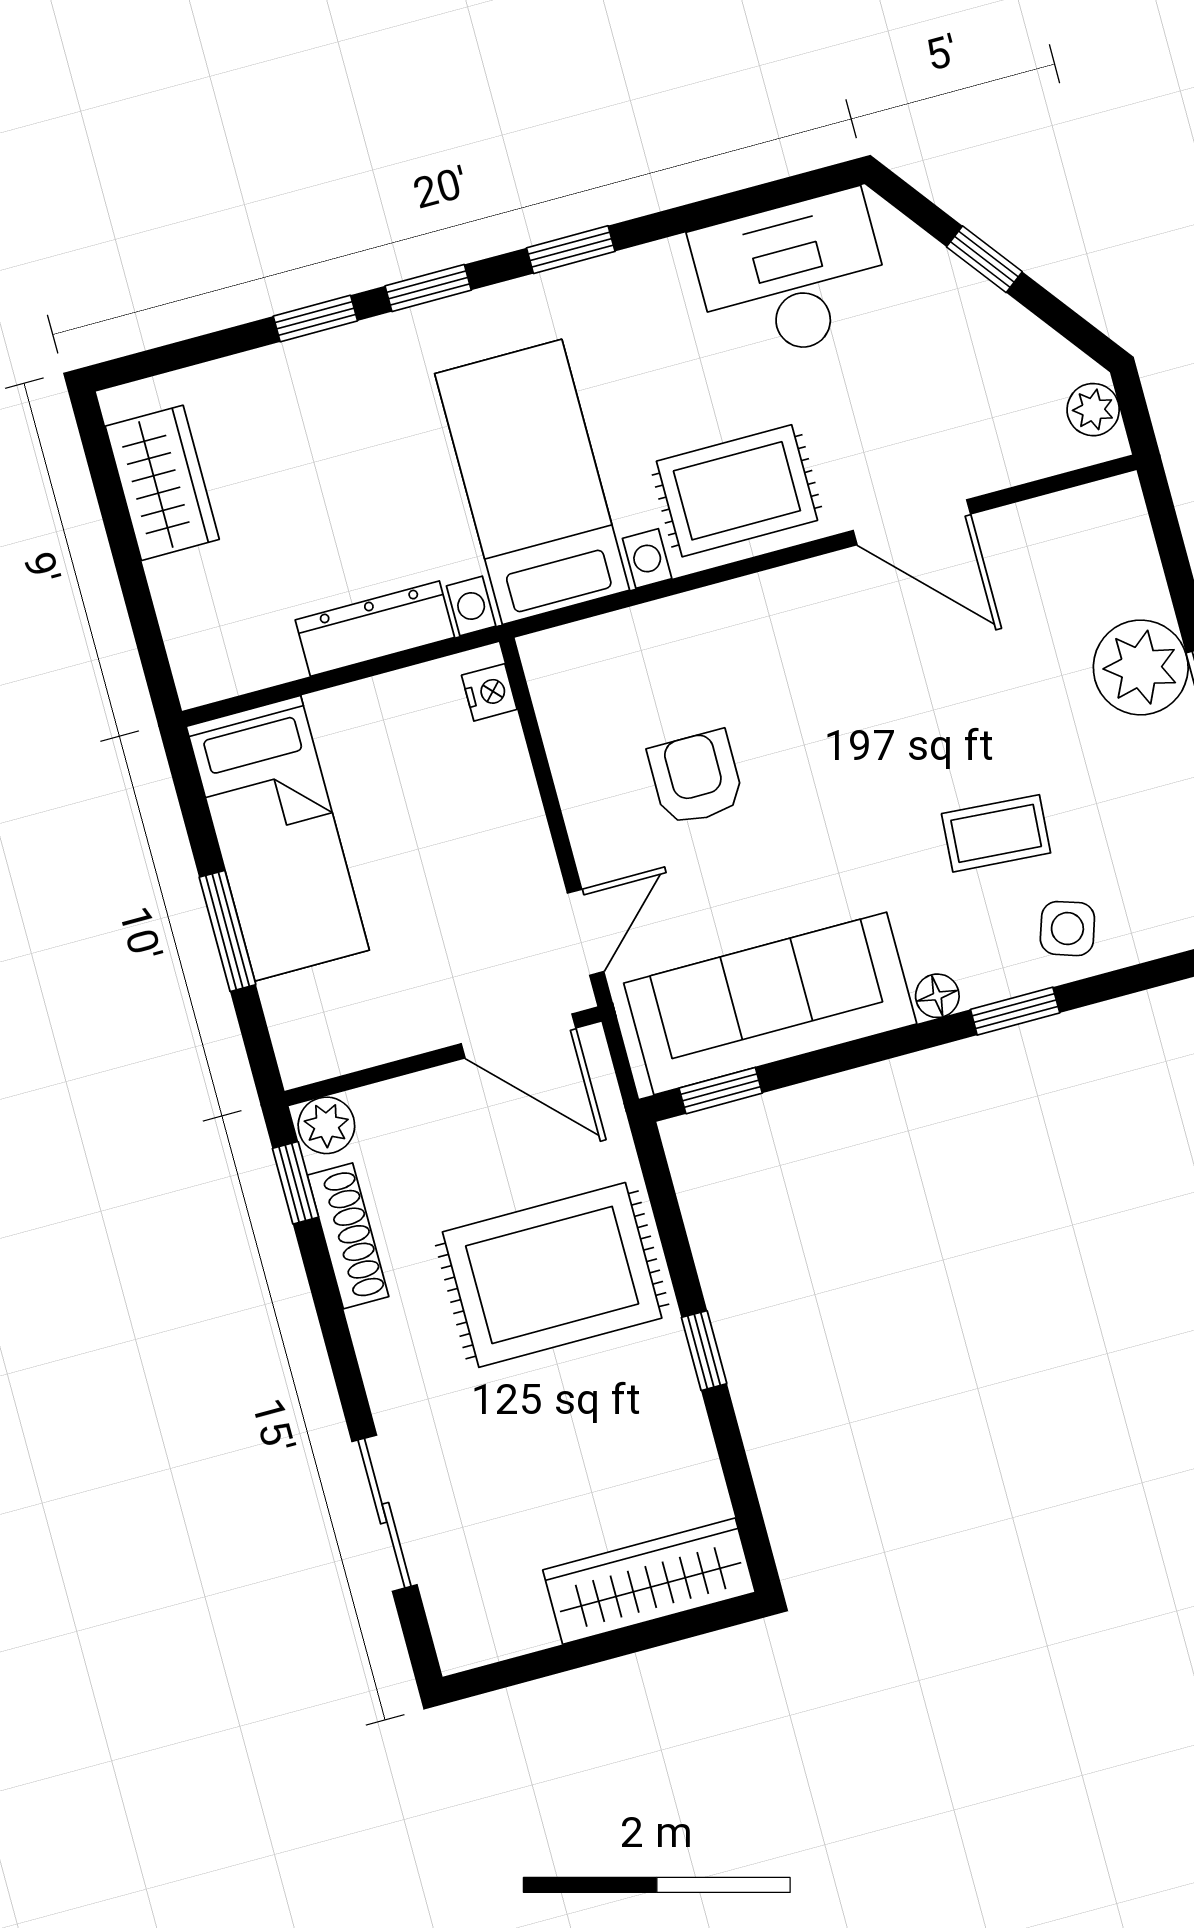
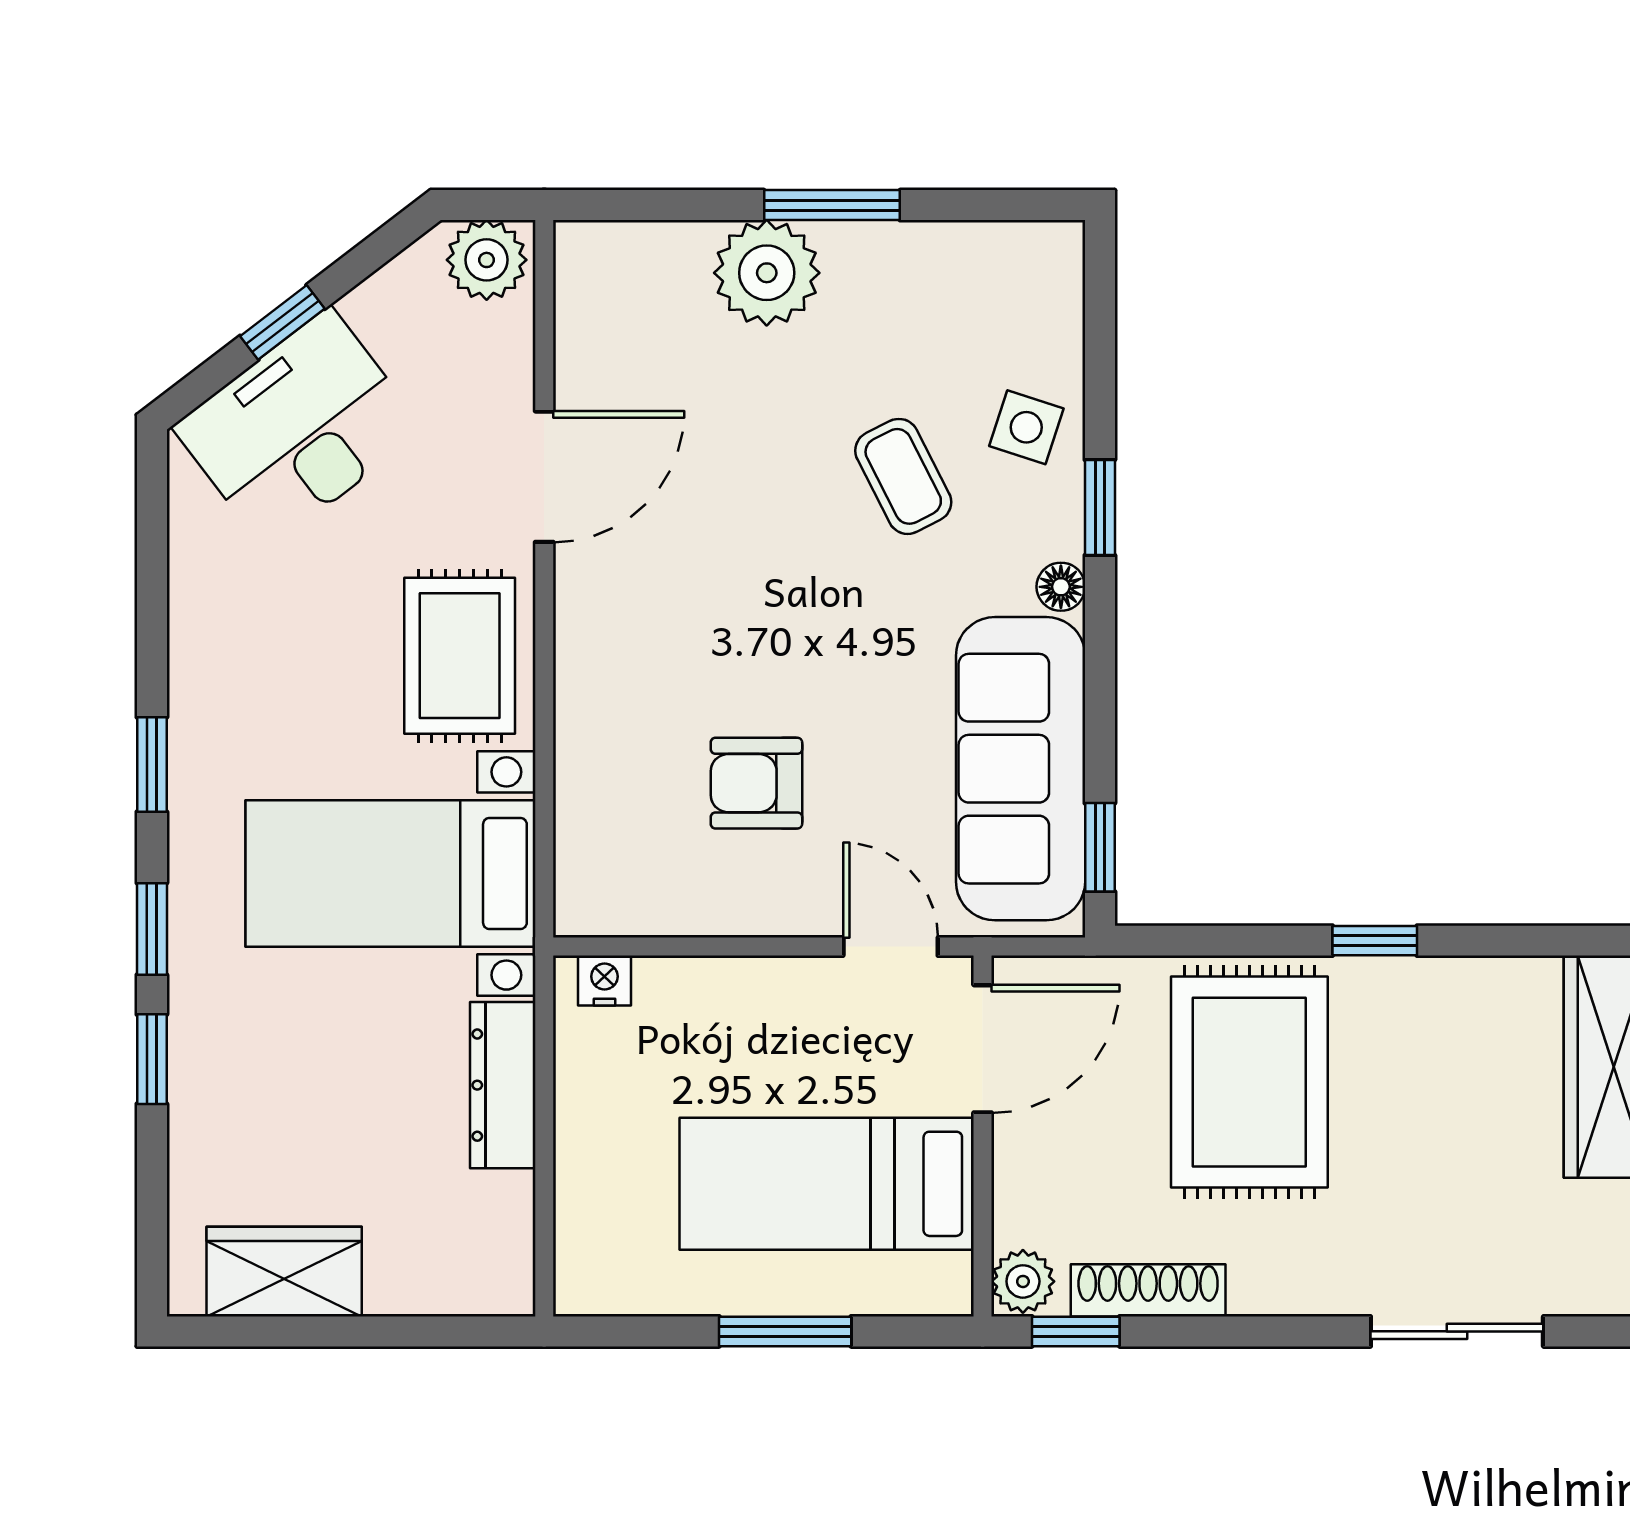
desk: (792, 277) -> (299, 428), moved, turned 53
plant: (1093, 410) -> (487, 260), width x1.38, depth x1.38
coffee table: (996, 833) -> (903, 476), turned -31
bed: (278, 838) -> (827, 1184), moved, turned 180

